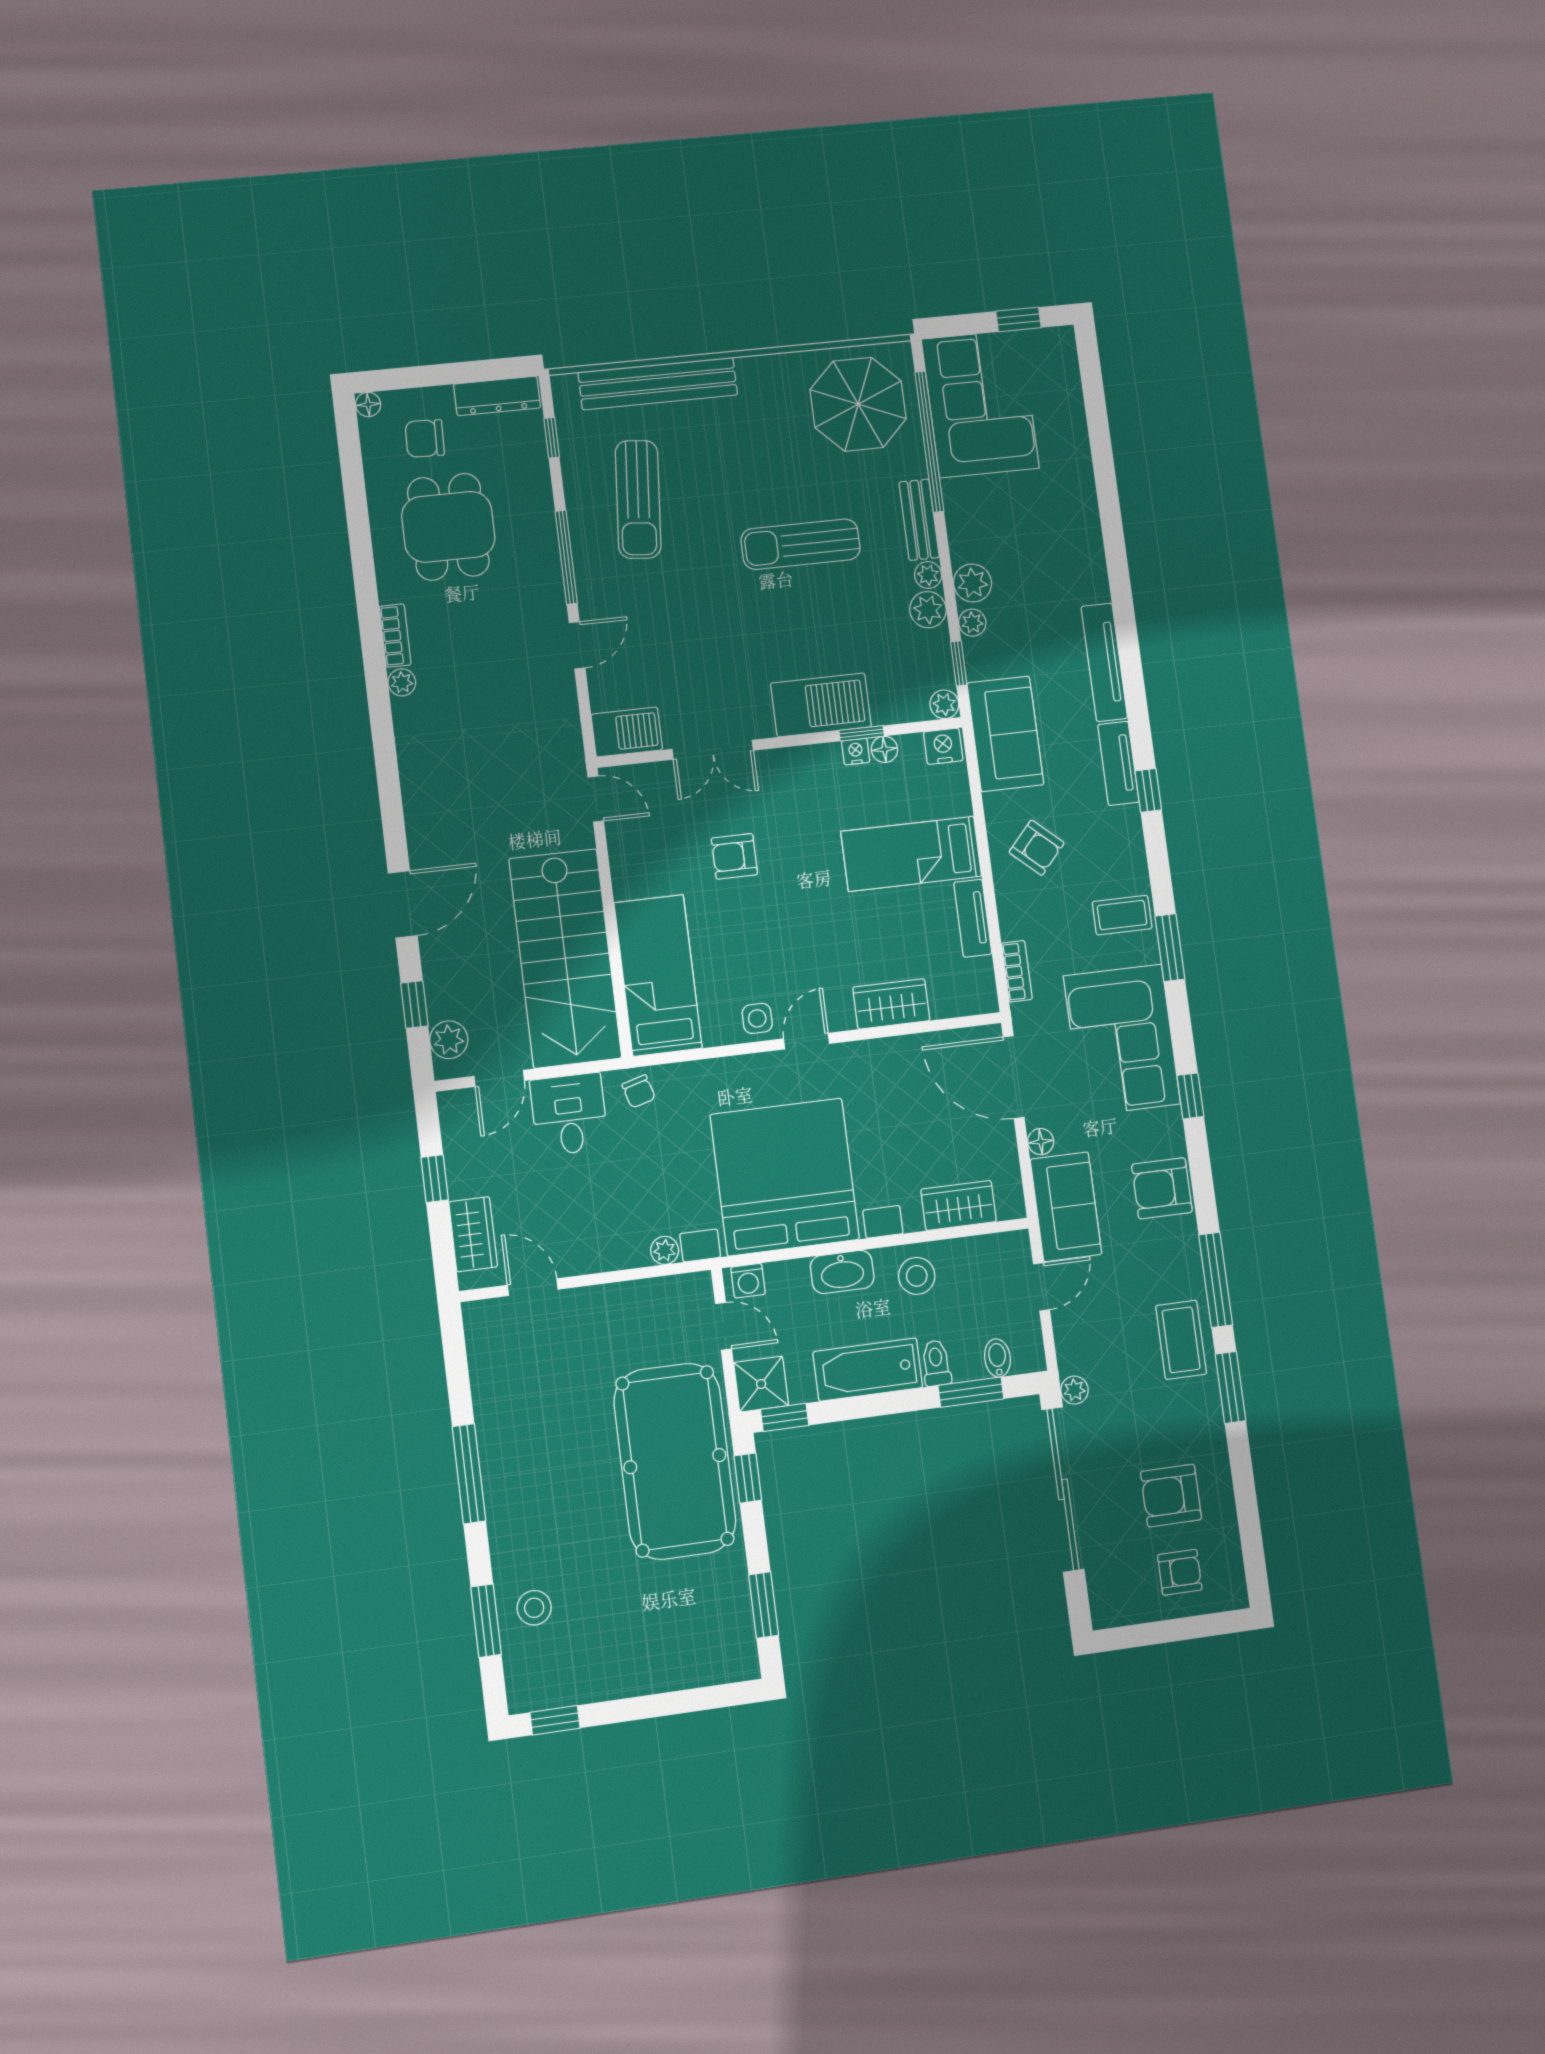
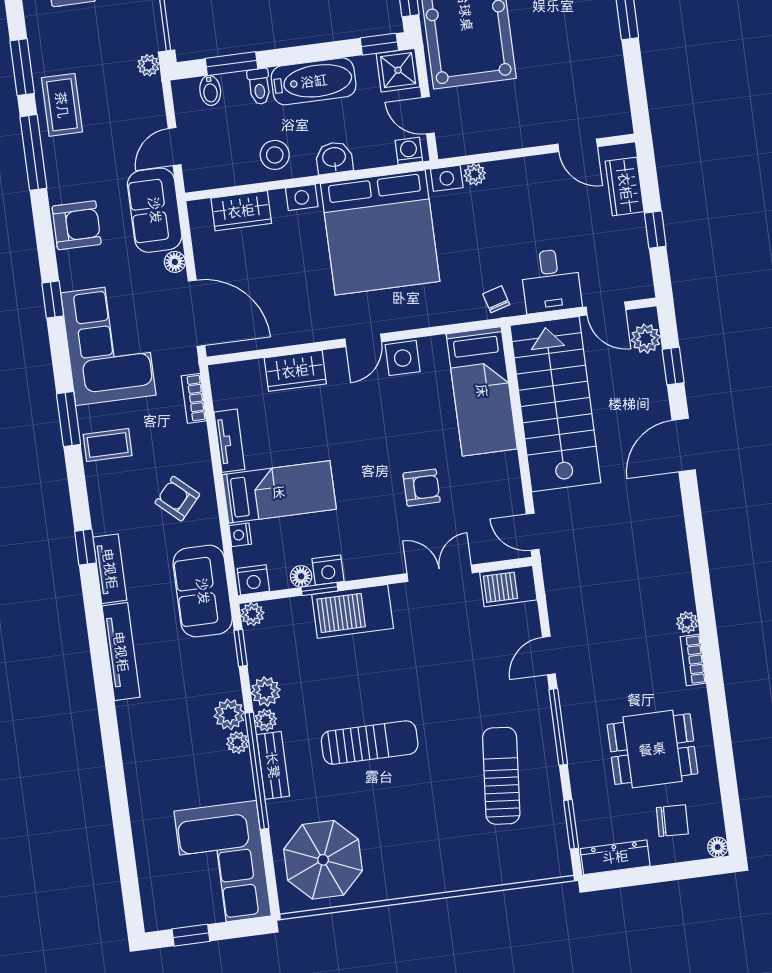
bench: (658, 384) -> (486, 872), removed
window: (552, 438) -> (571, 824), width x1.50
window: (929, 442) -> (257, 771), moved
dining table: (448, 527) -> (652, 749), turned 90
plant: (972, 623) -> (237, 743), moved
nightstand: (856, 752) -> (328, 570), width x1.39, depth x1.35
nightstand: (959, 802) -> (240, 535), added
side table: (757, 1018) -> (403, 358), width x1.37, depth x1.37
door: (499, 1078) -> (606, 308), swing flipped
washbasin: (842, 1272) -> (334, 158), width x0.72

